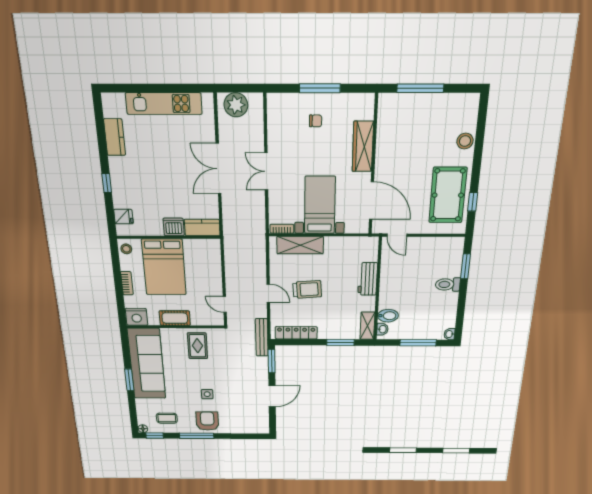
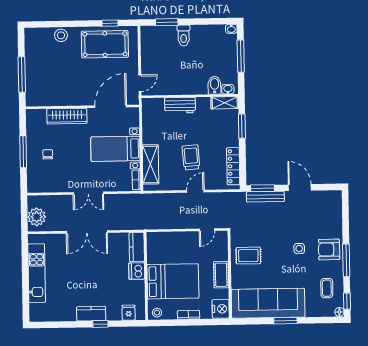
kitchen counter: (115, 137) -> (91, 314), moved
bench: (262, 337) -> (265, 197), moved

